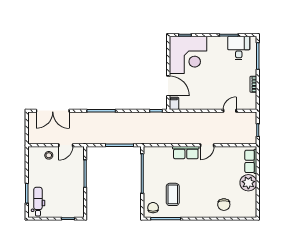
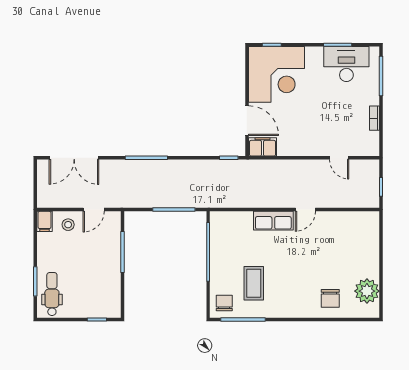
desk: (239, 48) -> (346, 64), width x1.37
filing cabinet: (174, 103) -> (262, 147), width x2.00
door: (230, 111) -> (339, 158), swing flipped
filing cabinet: (33, 153) -> (44, 221), added
row of seats: (251, 161) -> (371, 234), removed
plant: (248, 183) -> (367, 291), moved

